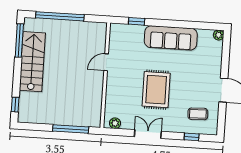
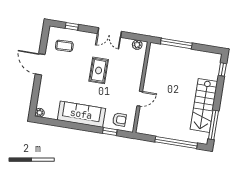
armchair: (127, 36) -> (119, 120), added
rug: (156, 90) -> (99, 70), width x0.73, depth x0.70

